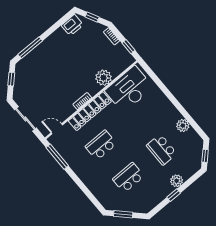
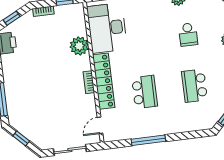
school desk: (101, 145) -> (145, 92), turned 180
school desk: (162, 150) -> (188, 35), width x0.54
window: (57, 157) -> (148, 140), moved

